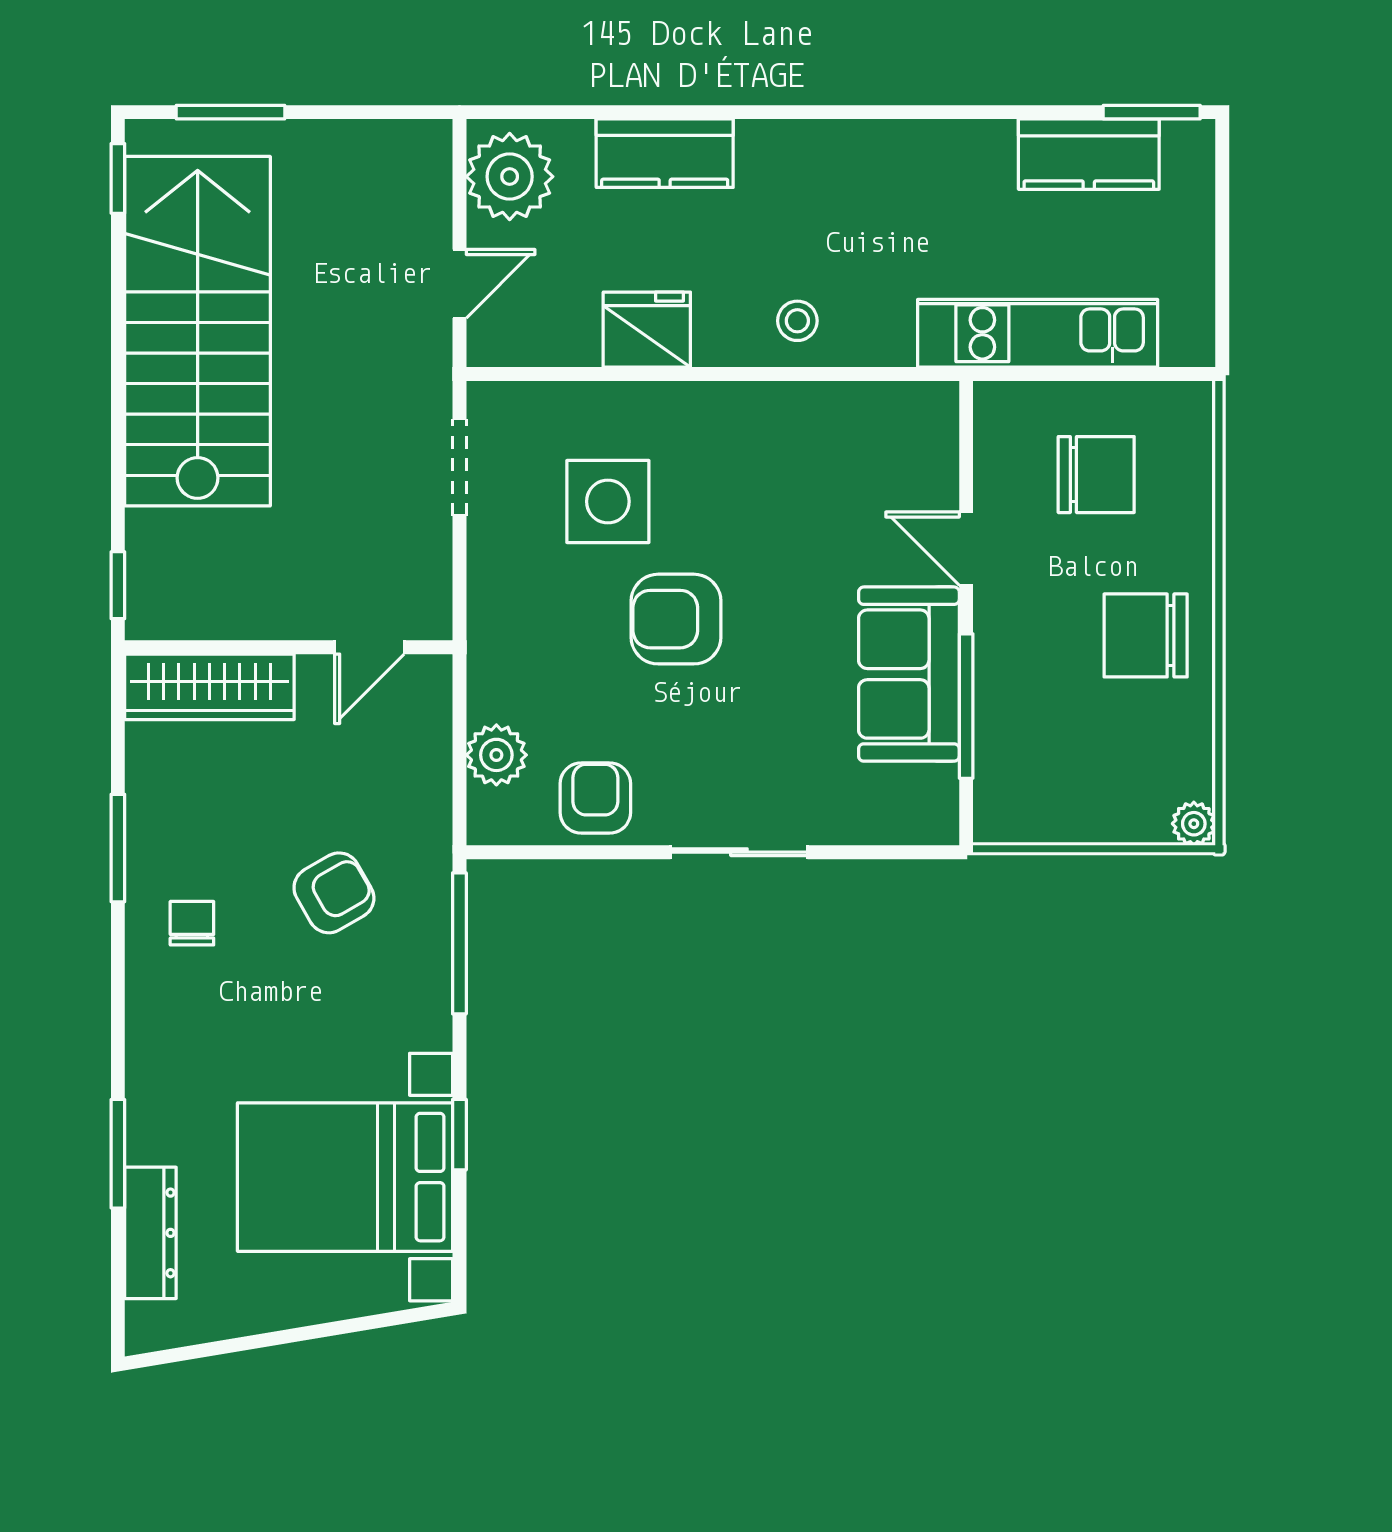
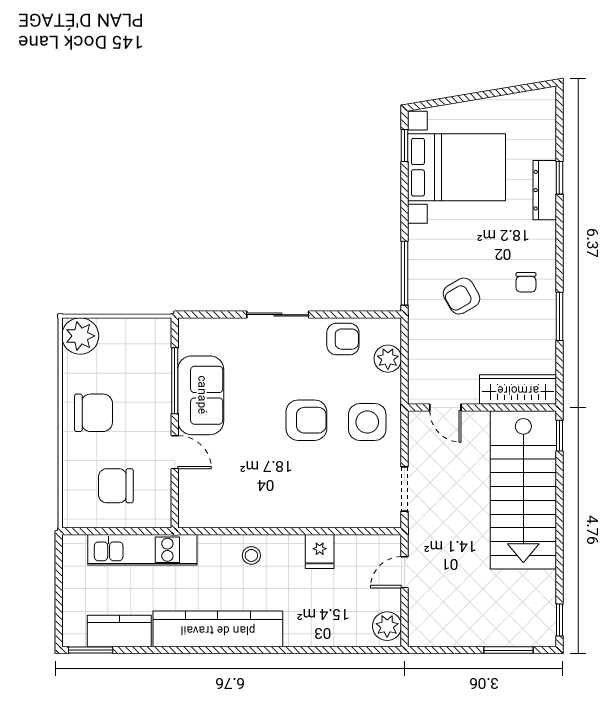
kitchen counter: (665, 153) -> (218, 629), moved, width x2.08, depth x1.17
plant: (510, 177) -> (387, 626), width x0.73, depth x0.73
fridge: (647, 330) -> (320, 551), width x0.72
stairs: (198, 331) -> (523, 490), moved
side table: (608, 501) -> (367, 422), moved
door: (369, 647) -> (445, 407), swing flipped
armchair: (595, 798) -> (343, 339), turned -90
plant: (1194, 824) -> (80, 336), width x1.88, depth x1.88
window: (459, 1135) -> (405, 145), moved
window: (118, 1154) -> (559, 178), width x0.67
dresser: (150, 1233) -> (545, 190), moved

